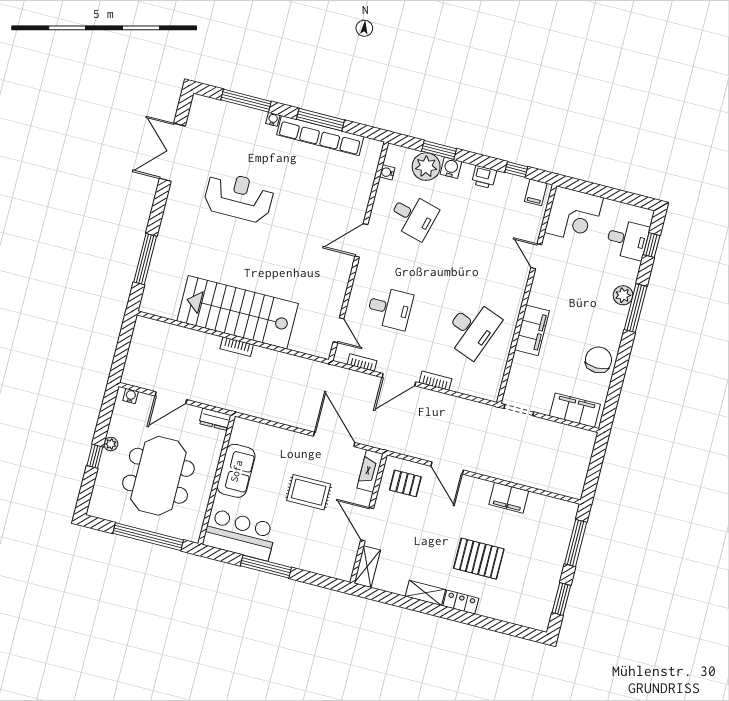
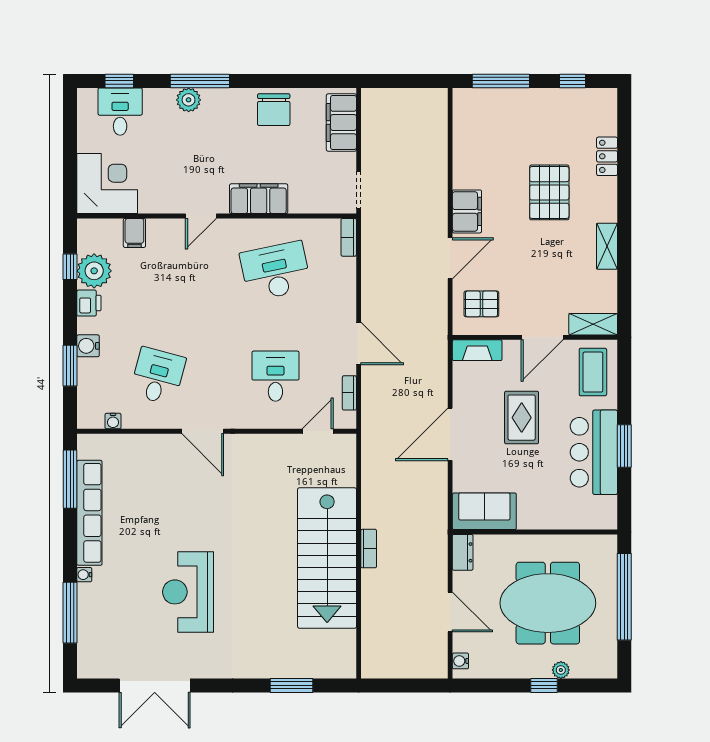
window: (320, 120) -> (70, 479), moved
plant: (426, 167) -> (94, 271), moved
filing cabinet: (536, 192) -> (134, 233), moved, turned 90
door: (536, 256) -> (201, 216), moved
window: (145, 259) -> (291, 685), width x0.69
desk: (472, 329) -> (275, 271), turned -33
chair: (598, 360) -> (274, 110), turned -90
bookcase: (435, 381) -> (349, 237), moved
door: (334, 439) -> (450, 434), moved
plant: (111, 444) -> (561, 670), moved
sofa: (236, 471) -> (484, 511), moved
pallet: (405, 483) -> (481, 304), turned 90
filing cabinet: (509, 498) -> (467, 211), moved
bar counter: (240, 535) -> (594, 452), moved
coffee table: (330, 557) -> (593, 372), added
window: (266, 567) -> (624, 446), width x0.69
window: (561, 599) -> (573, 81), width x0.67
locker: (461, 602) -> (607, 156), moved

